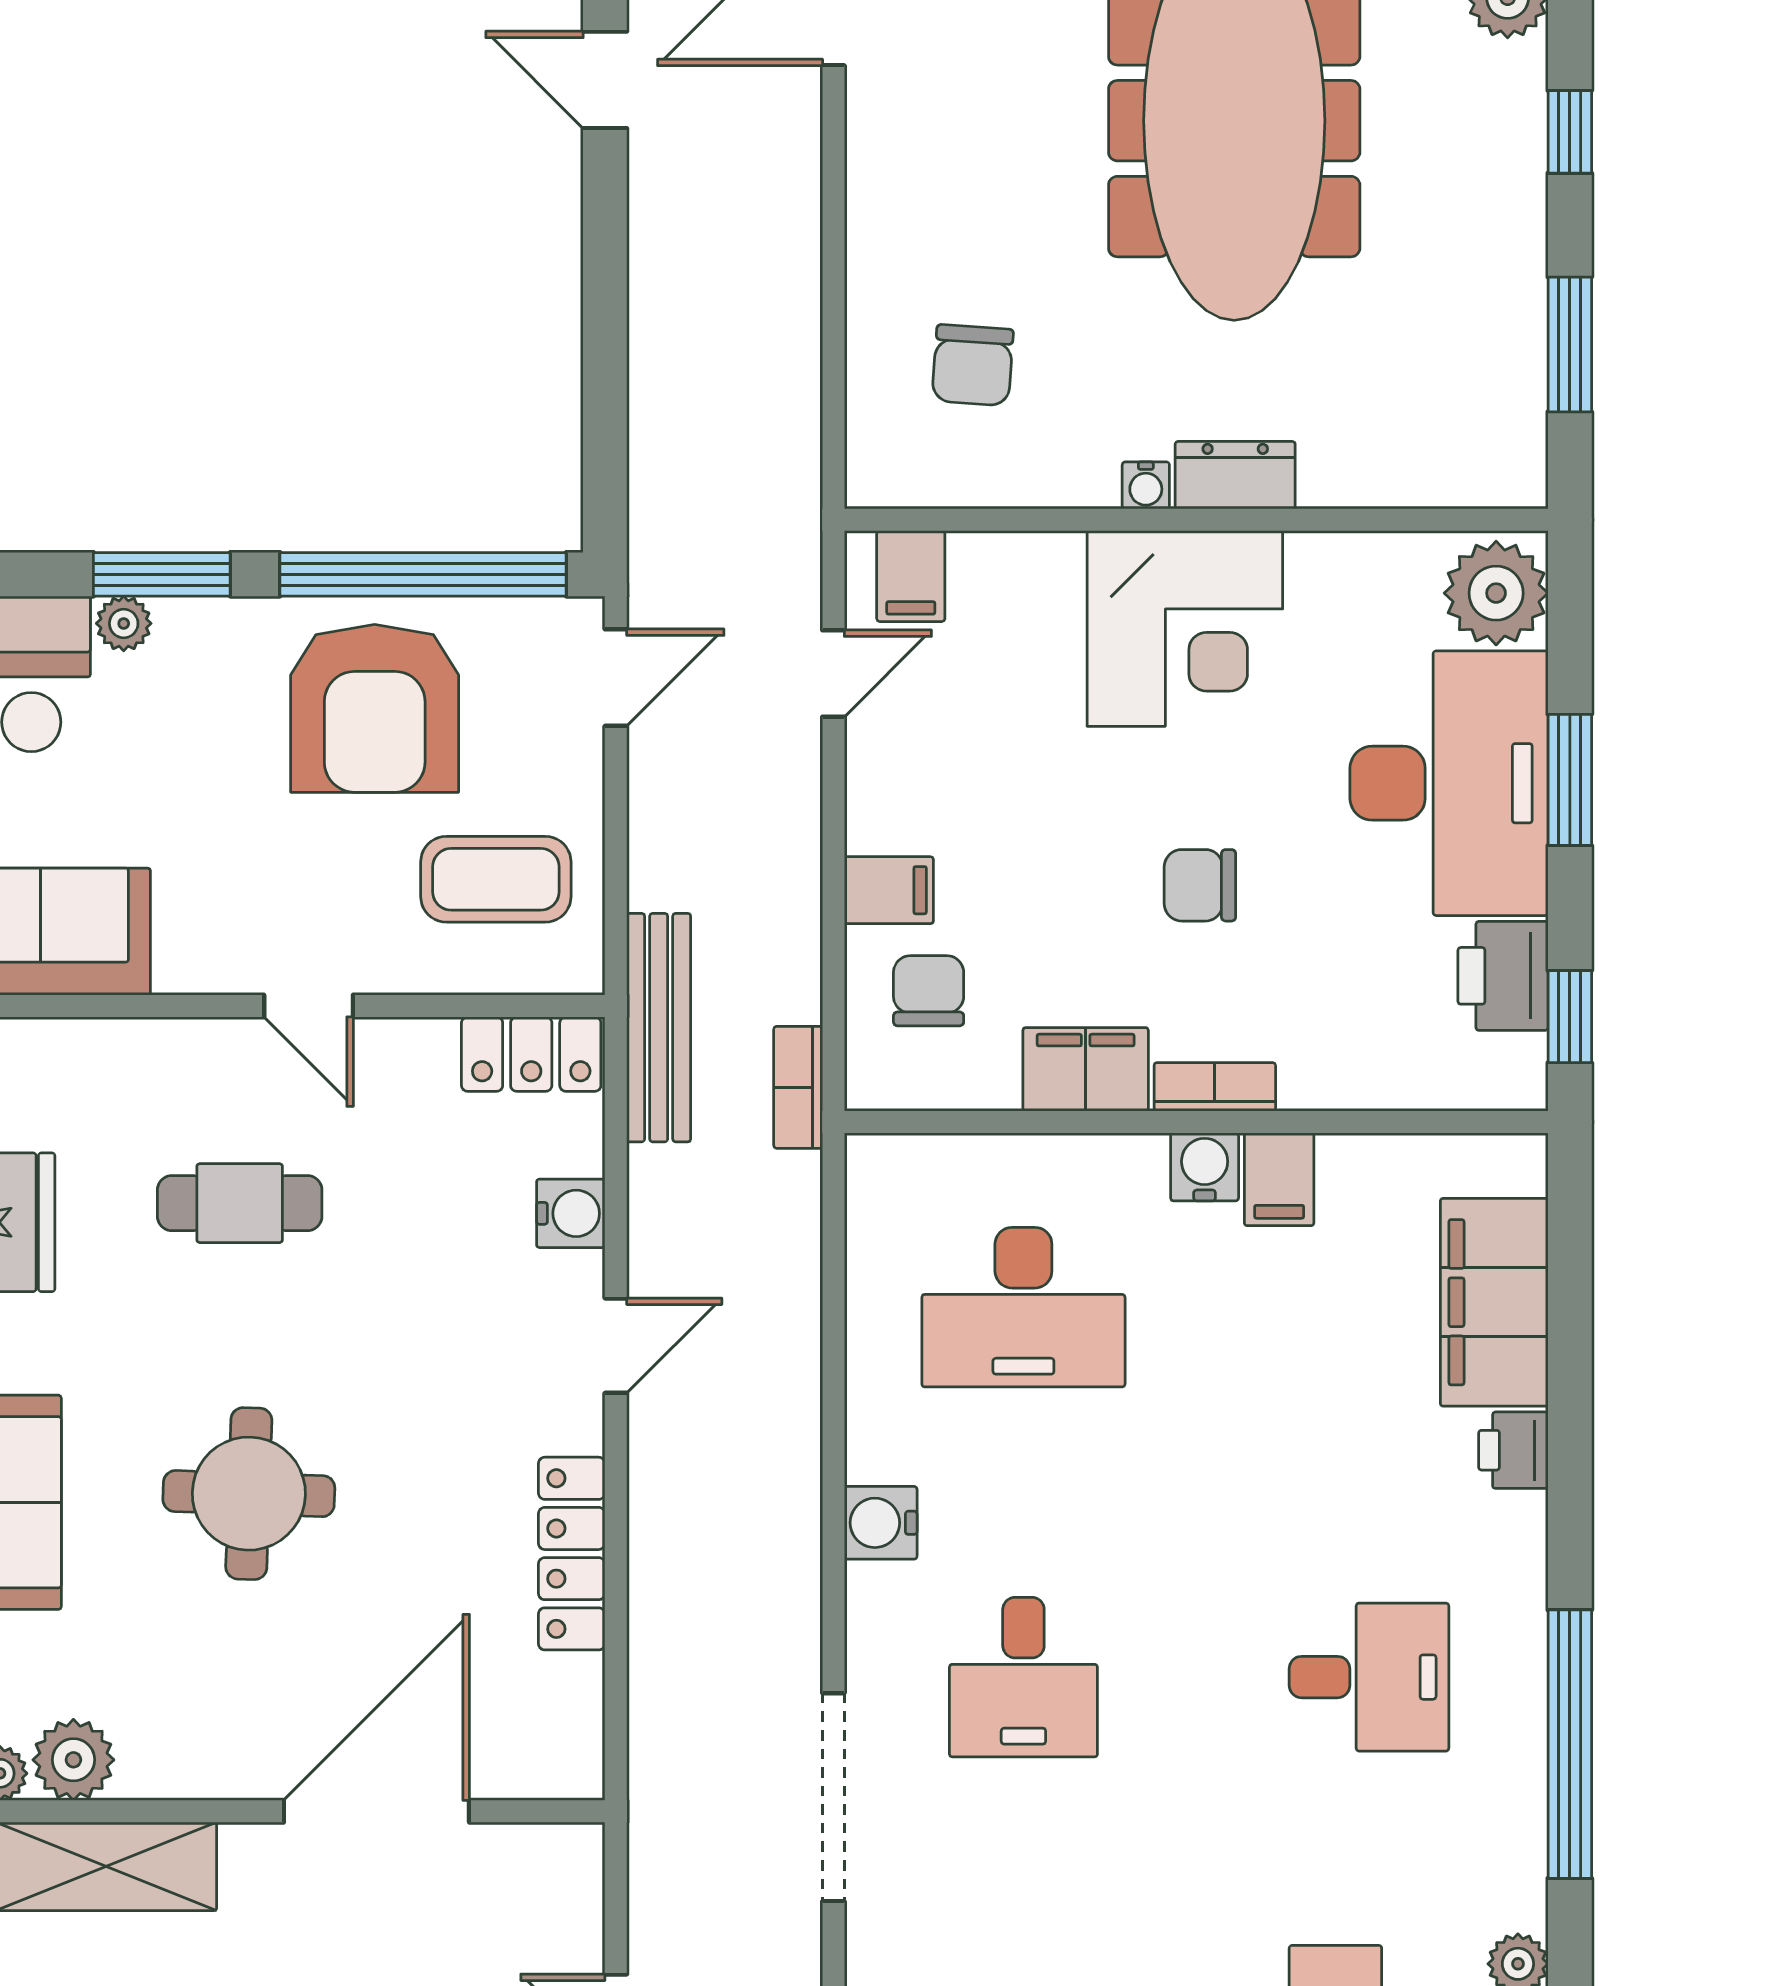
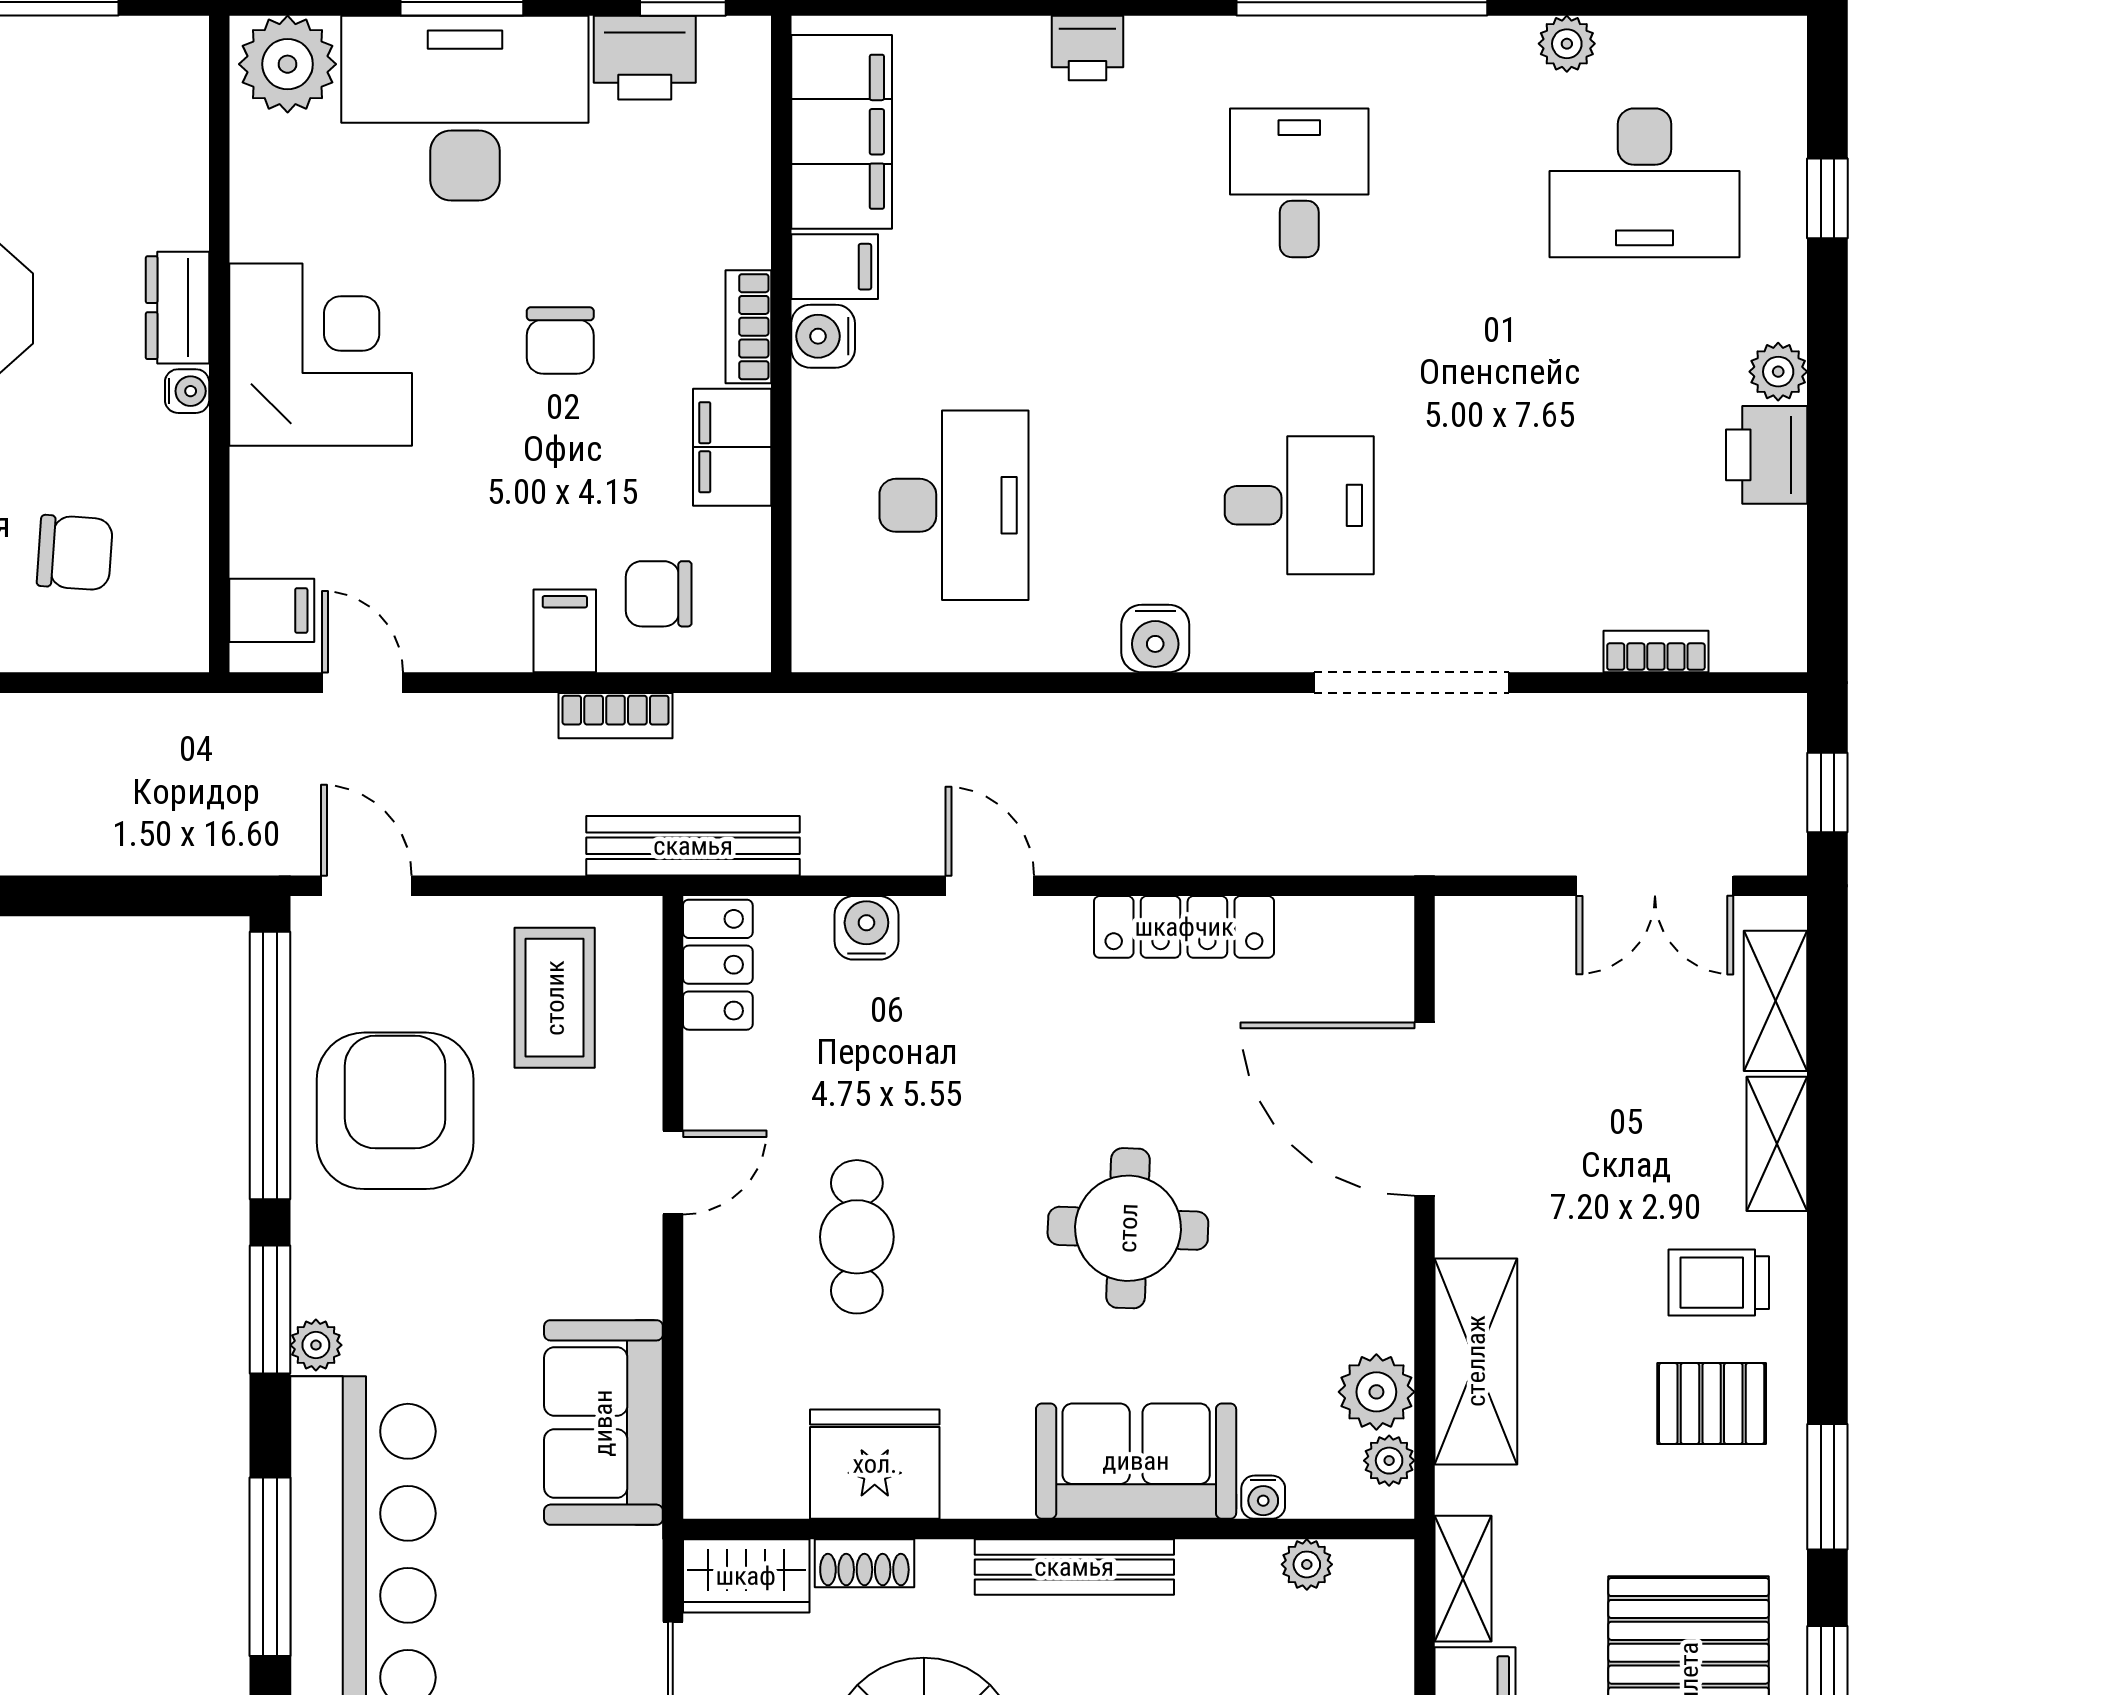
armchair: (375, 708) -> (395, 1111), turned -90
bookcase: (798, 1087) -> (616, 716), moved
filing cabinet: (1494, 1302) -> (842, 132), moved, turned -90

